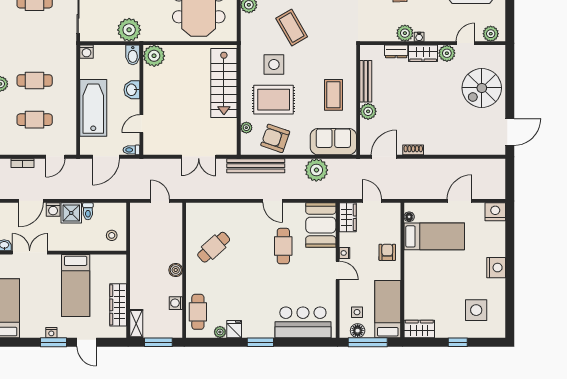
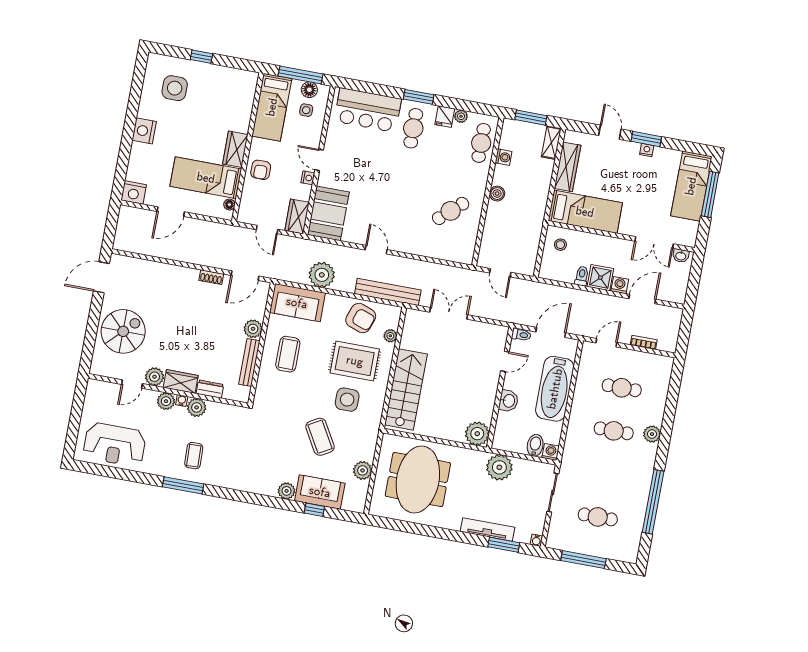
plant: (491, 34) -> (166, 401), moved
bidet: (133, 55) -> (535, 445), moved
cafe table: (283, 246) -> (413, 128), moved
bed: (76, 286) -> (585, 212), moved, turned 90
wardrobe: (419, 329) -> (235, 149), moved, turned 90

